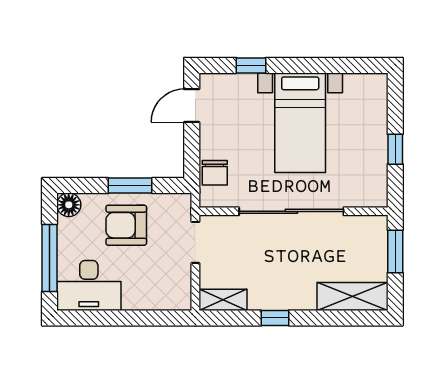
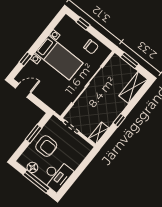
door: (192, 106) -> (23, 90), swing flipped
window: (395, 149) -> (83, 23), moved
chair: (215, 173) -> (91, 47), moved
floor lamp: (69, 205) -> (32, 167), moved
armchair: (126, 225) -> (46, 146), turned -90

